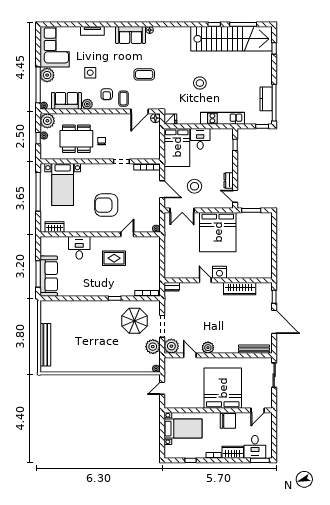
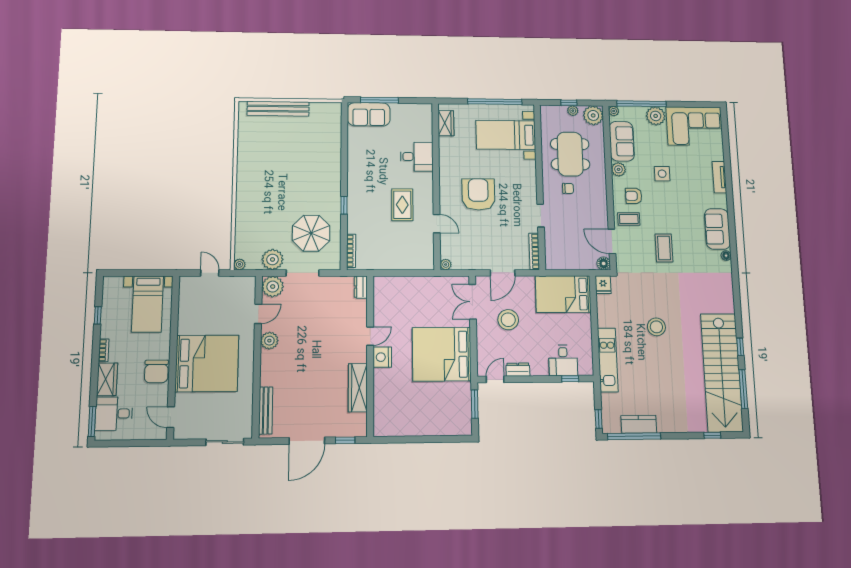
desk: (200, 139) -> (563, 360), moved, turned 90
sofa: (49, 276) -> (369, 114), width x0.73

